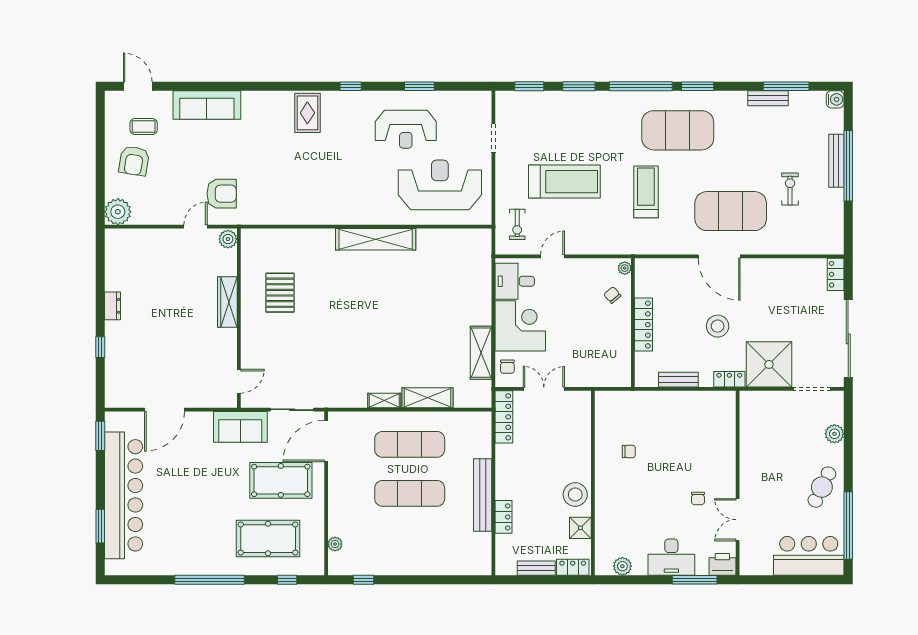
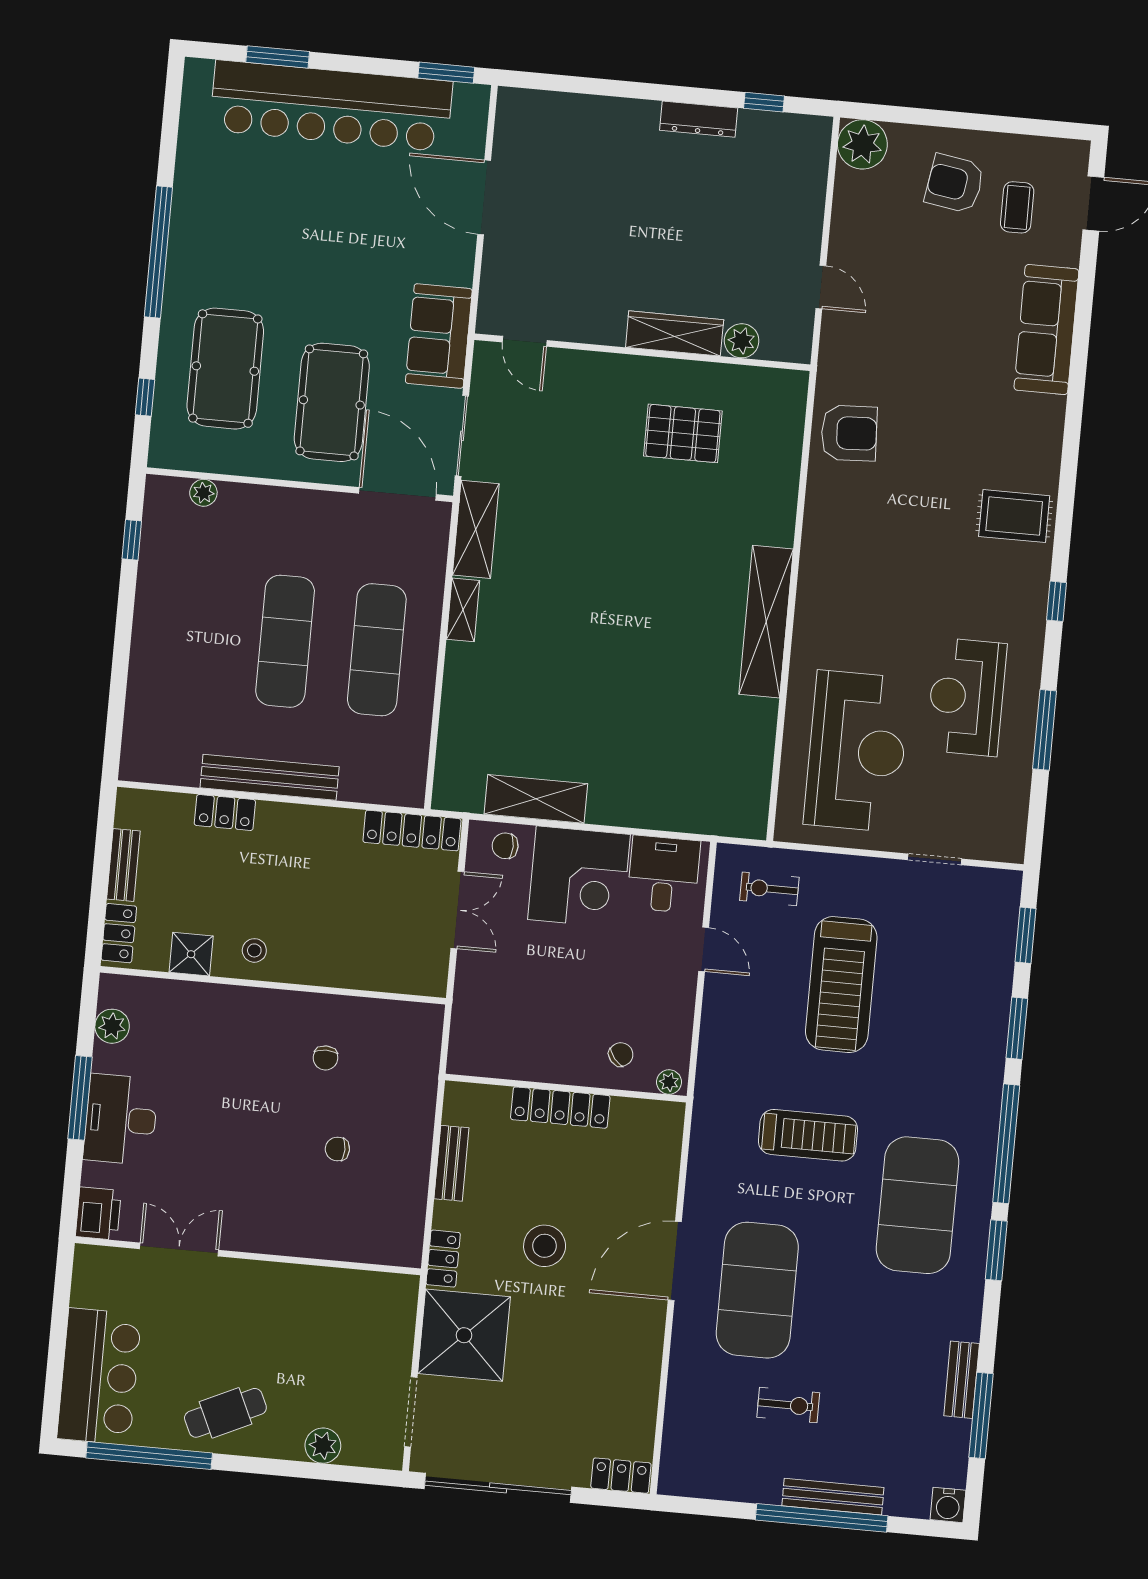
window: (419, 86) -> (1045, 730), width x1.44
armchair: (222, 194) -> (849, 433), moved, turned -93
plant: (228, 239) -> (742, 341), moved
dresser: (112, 306) -> (699, 119), width x1.44
window: (100, 347) -> (764, 102), moved
shelving: (428, 398) -> (476, 529), moved
cafe table: (822, 487) -> (225, 1413), turned -51
stool: (575, 495) -> (254, 950), width x0.53, depth x0.53
chair: (698, 498) -> (337, 1149), moved
window: (695, 580) -> (80, 1098), moved

